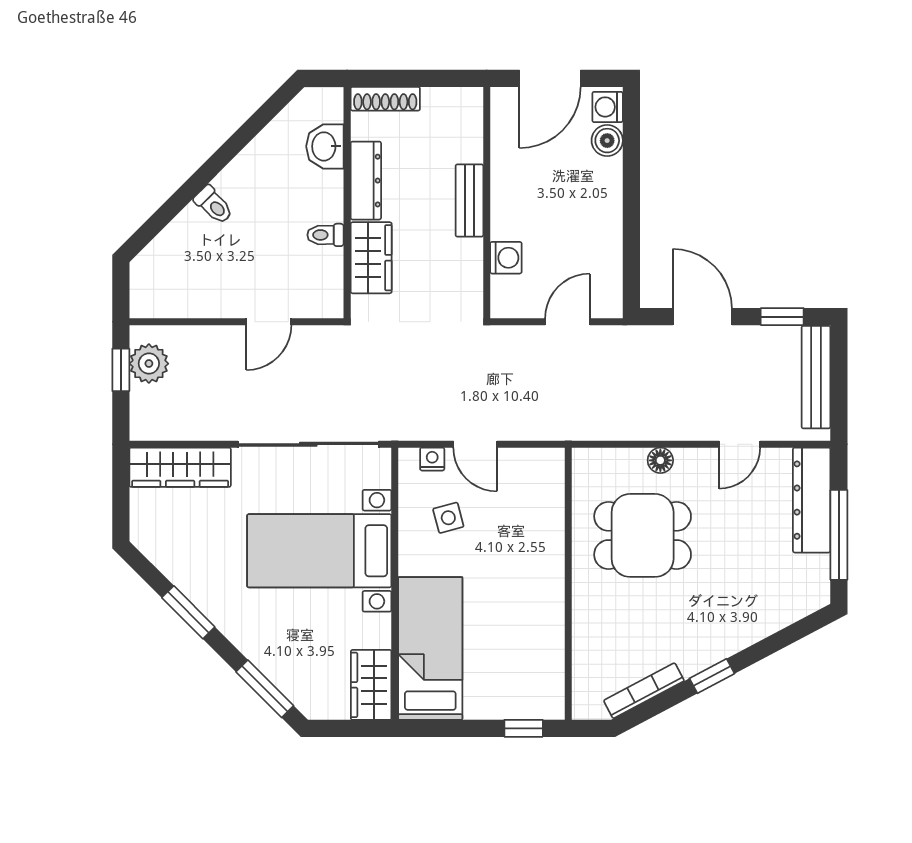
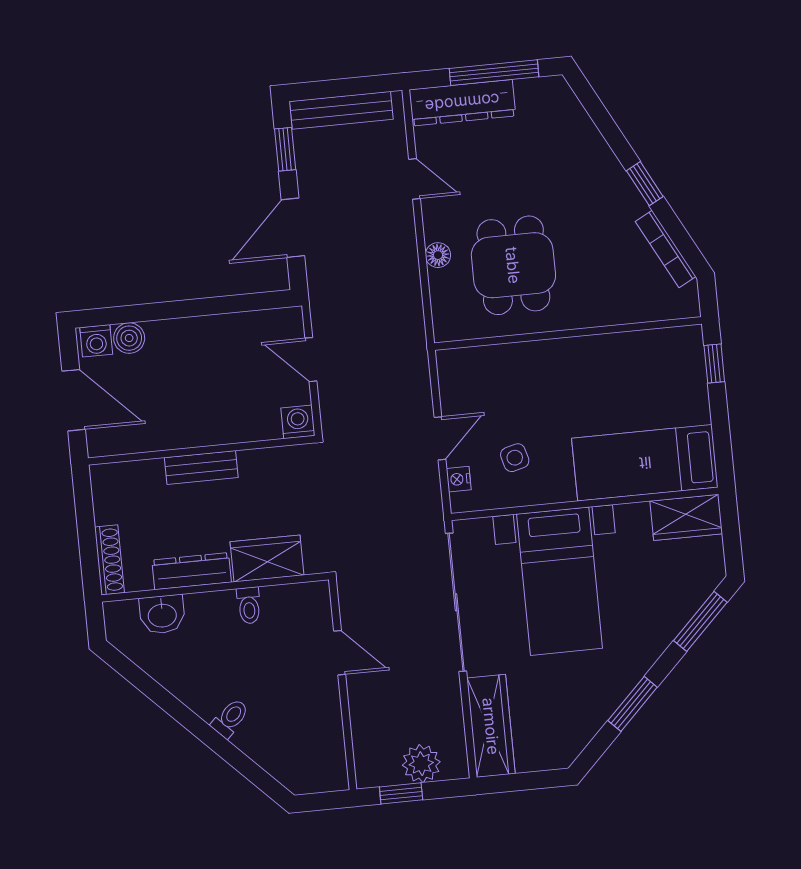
washing machine: (506, 258) -> (298, 422), moved
plant: (149, 364) -> (421, 764), moved

